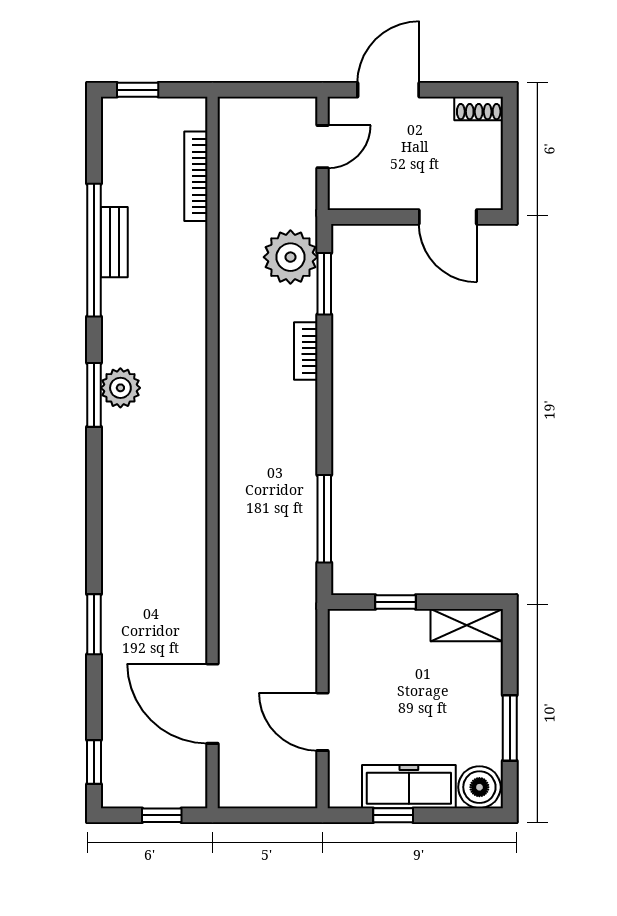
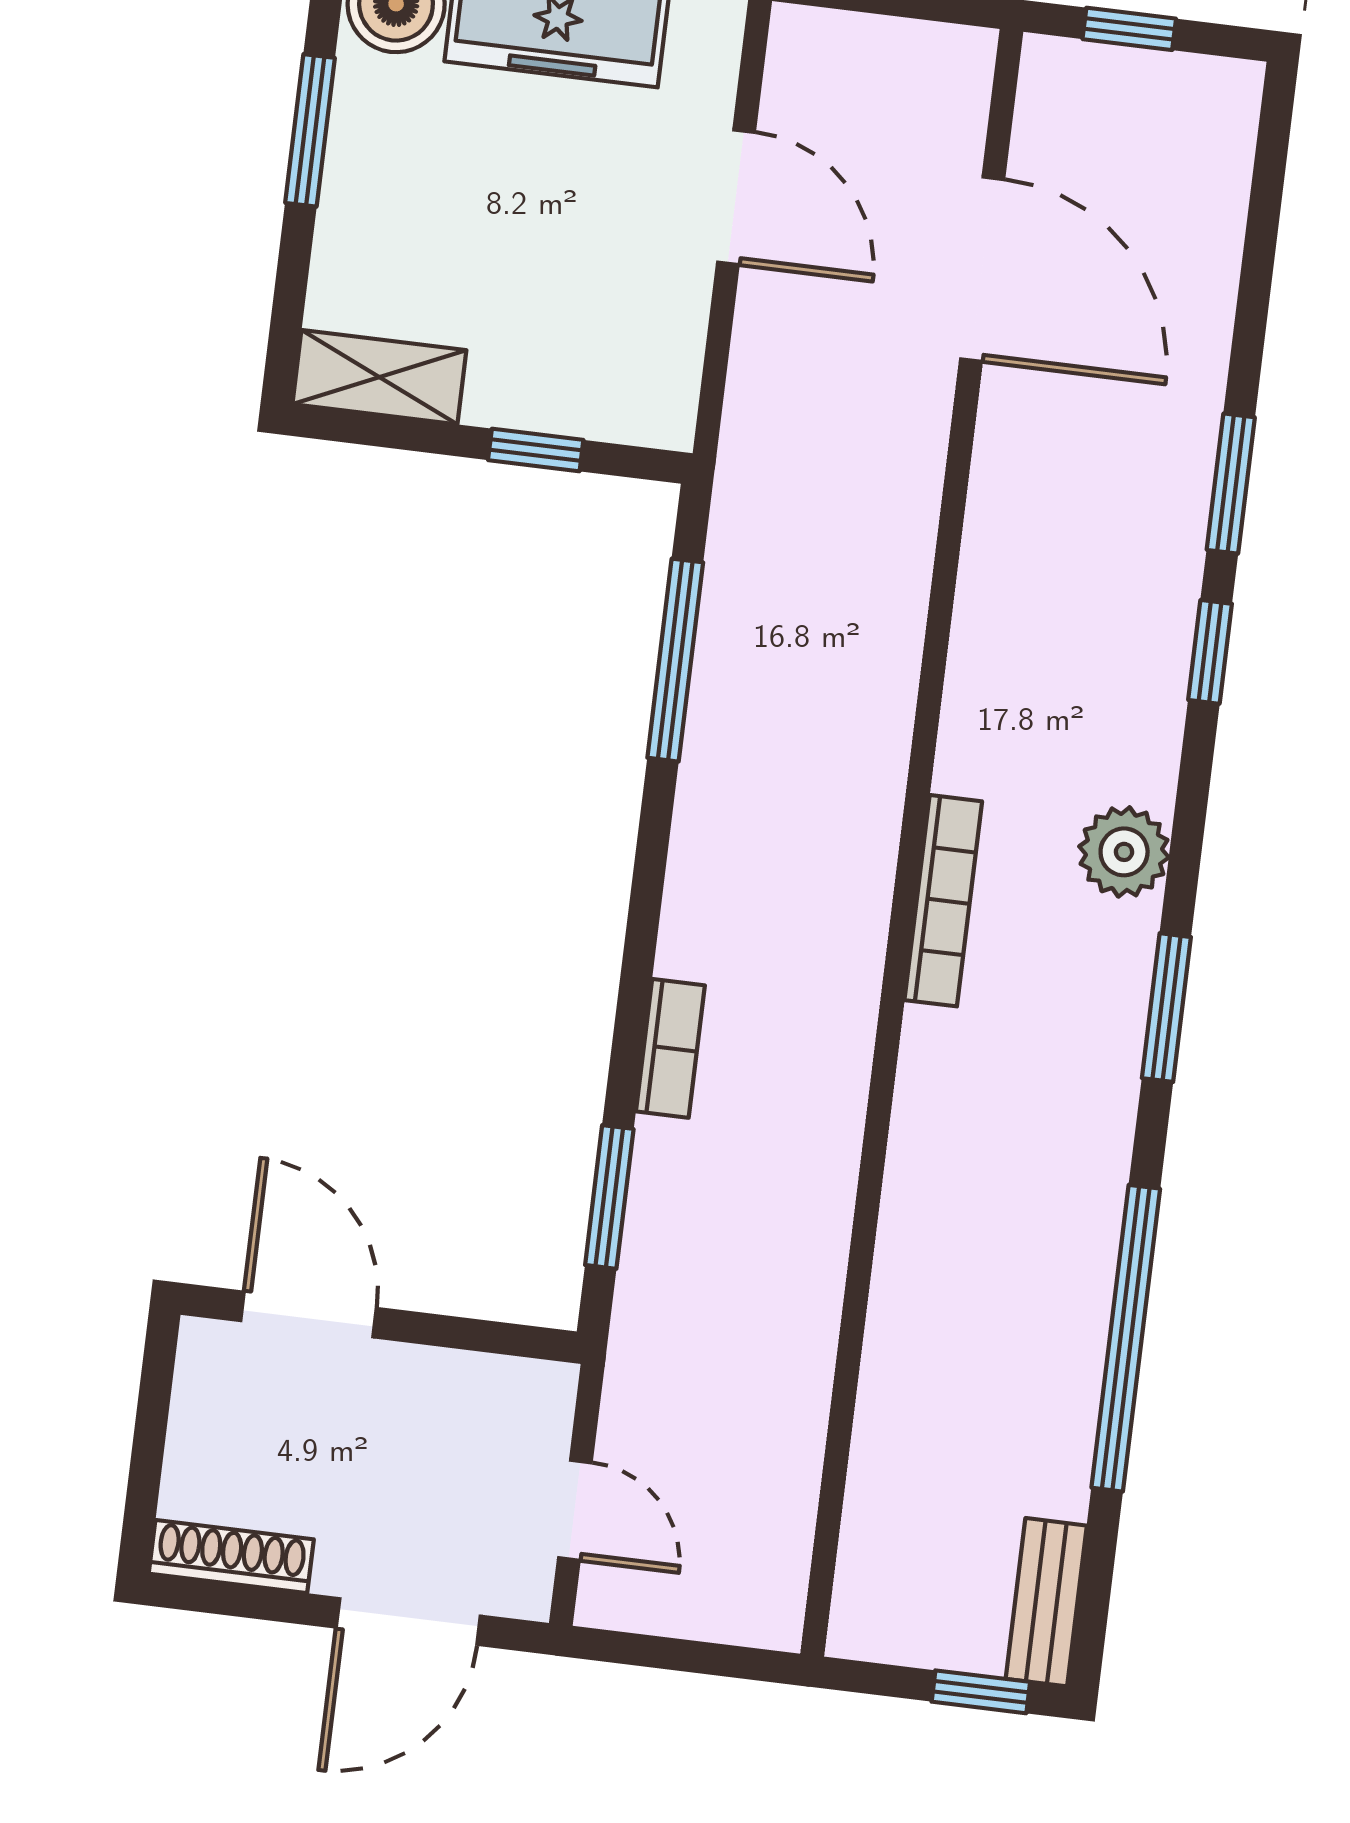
shoe rack: (479, 109) -> (231, 1557), width x1.43
door: (323, 147) -> (575, 1510), swing flipped
bookcase: (196, 176) -> (943, 901), moved
bench: (114, 242) -> (1046, 1602), moved
plant: (290, 257) -> (679, 1267), removed
plant: (120, 388) -> (1124, 852), moved
window: (94, 762) -> (1210, 652), moved

